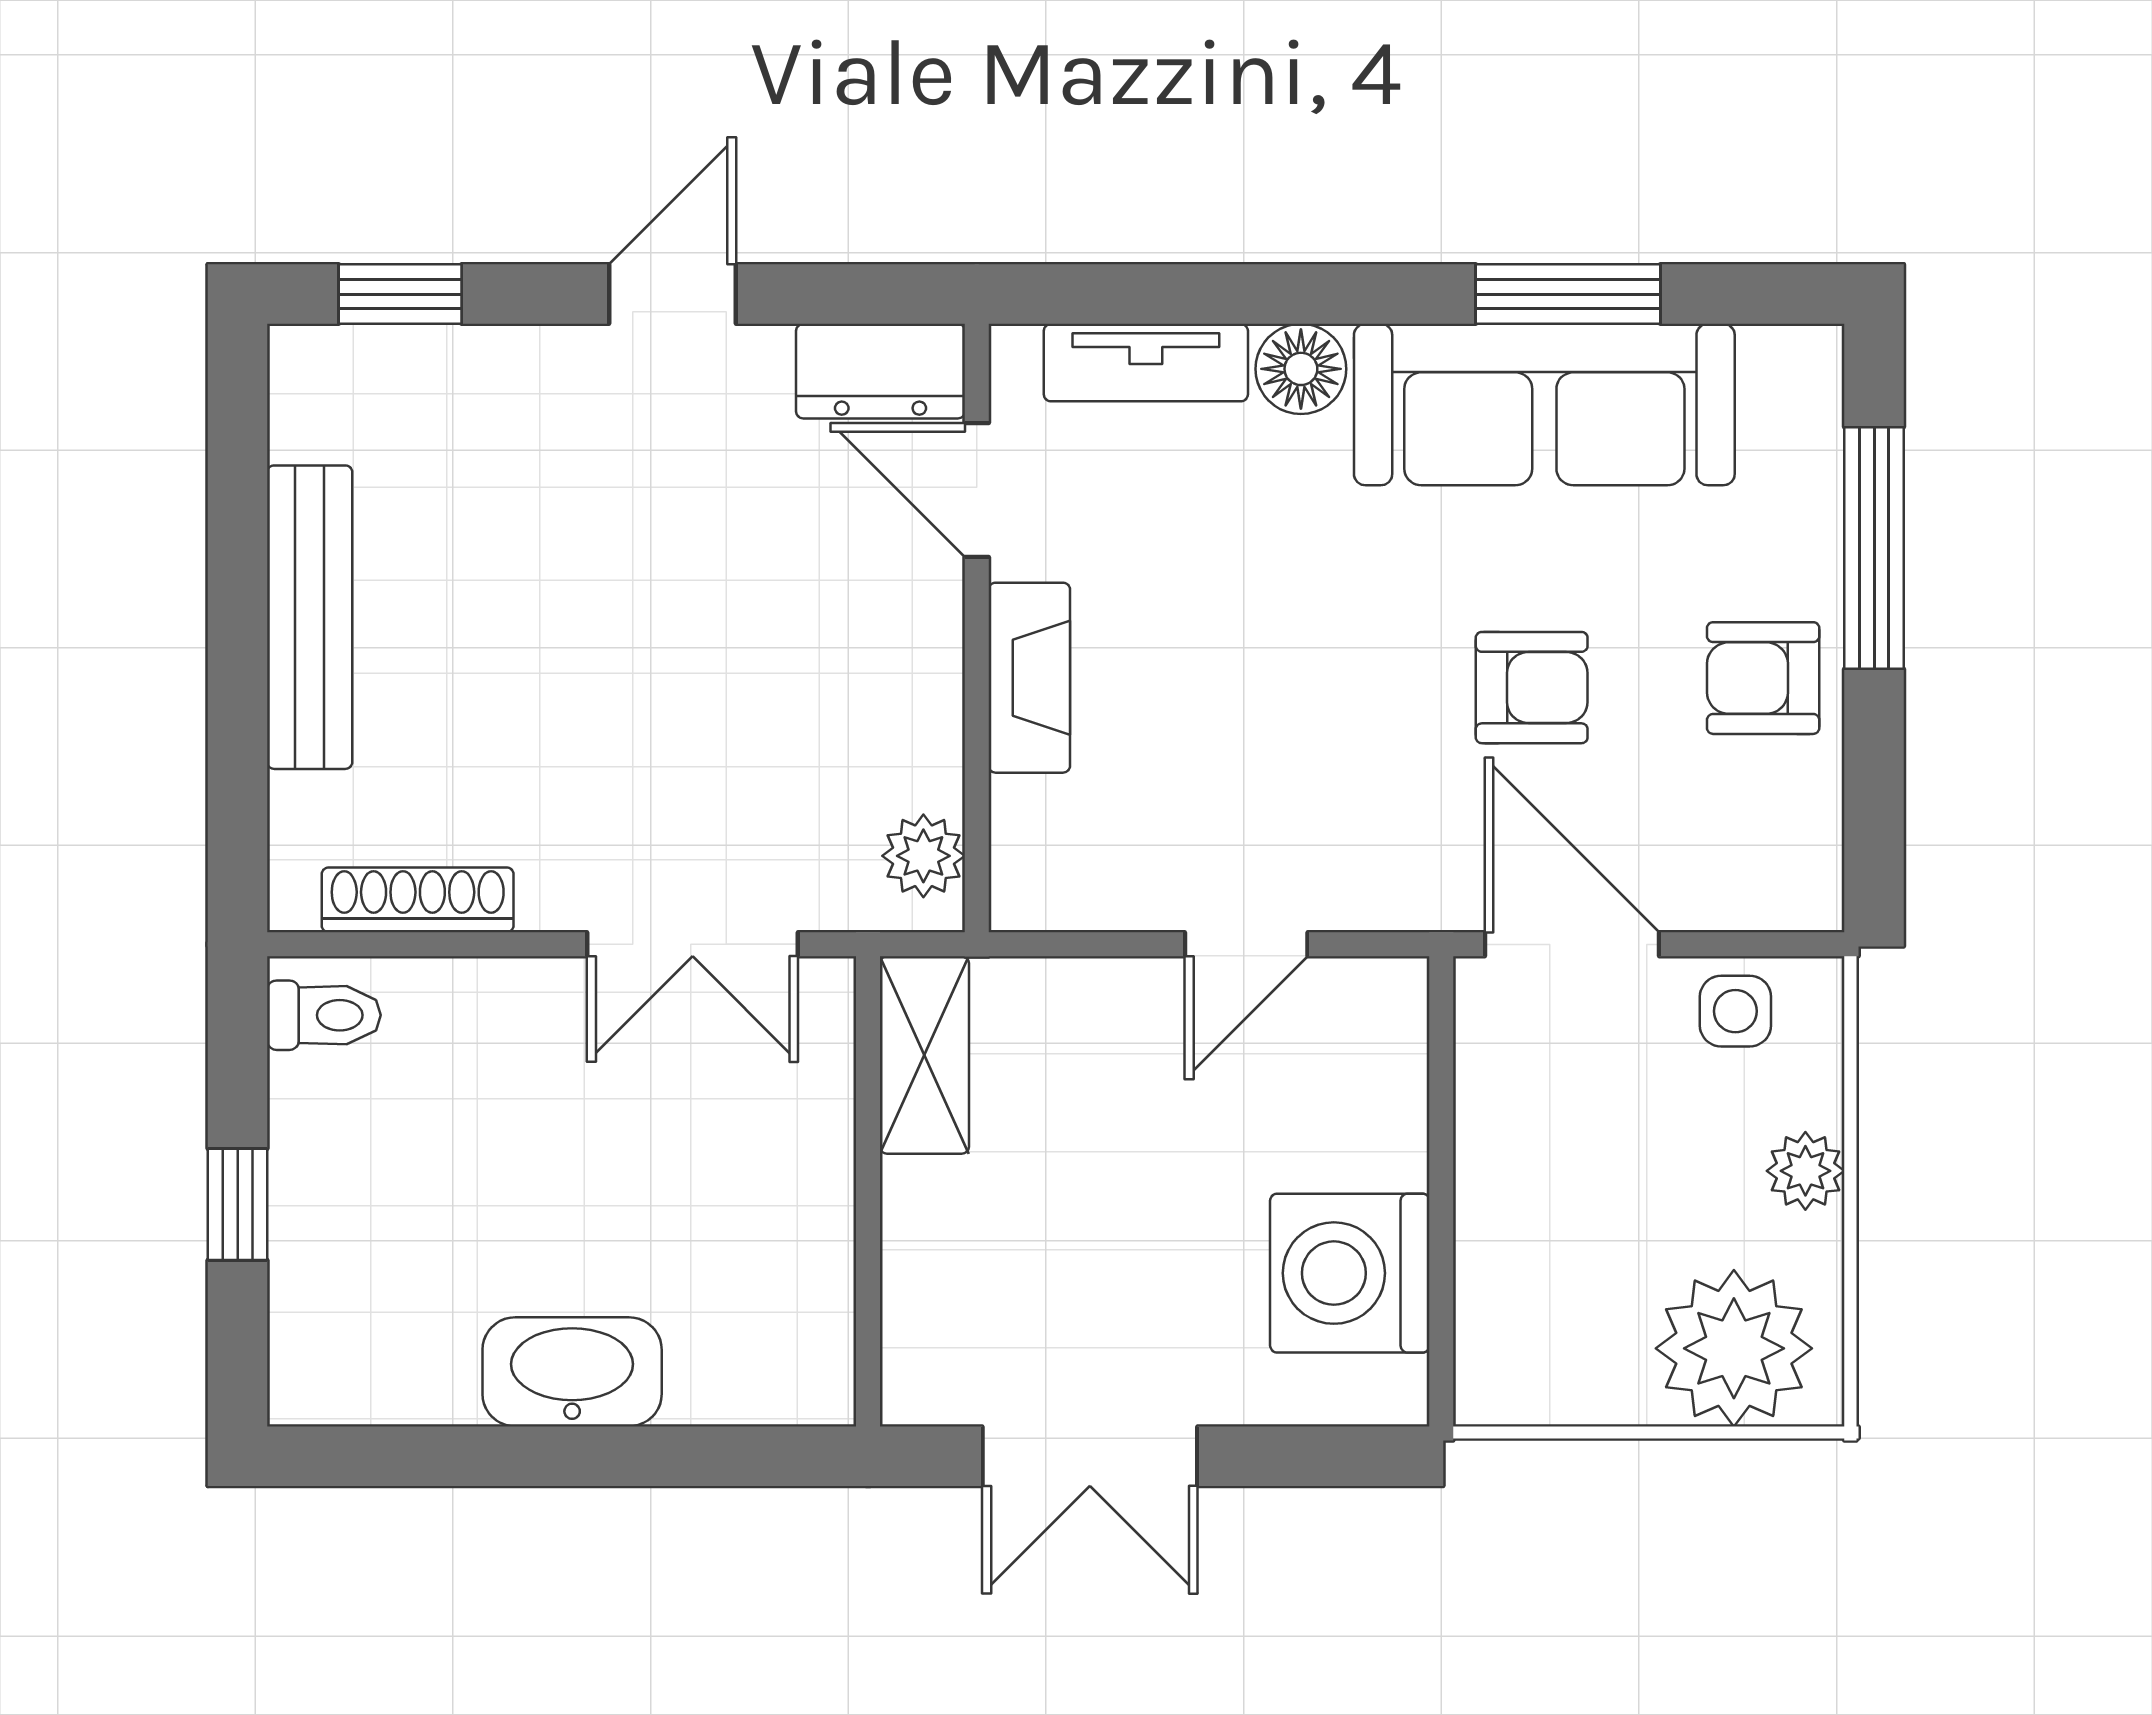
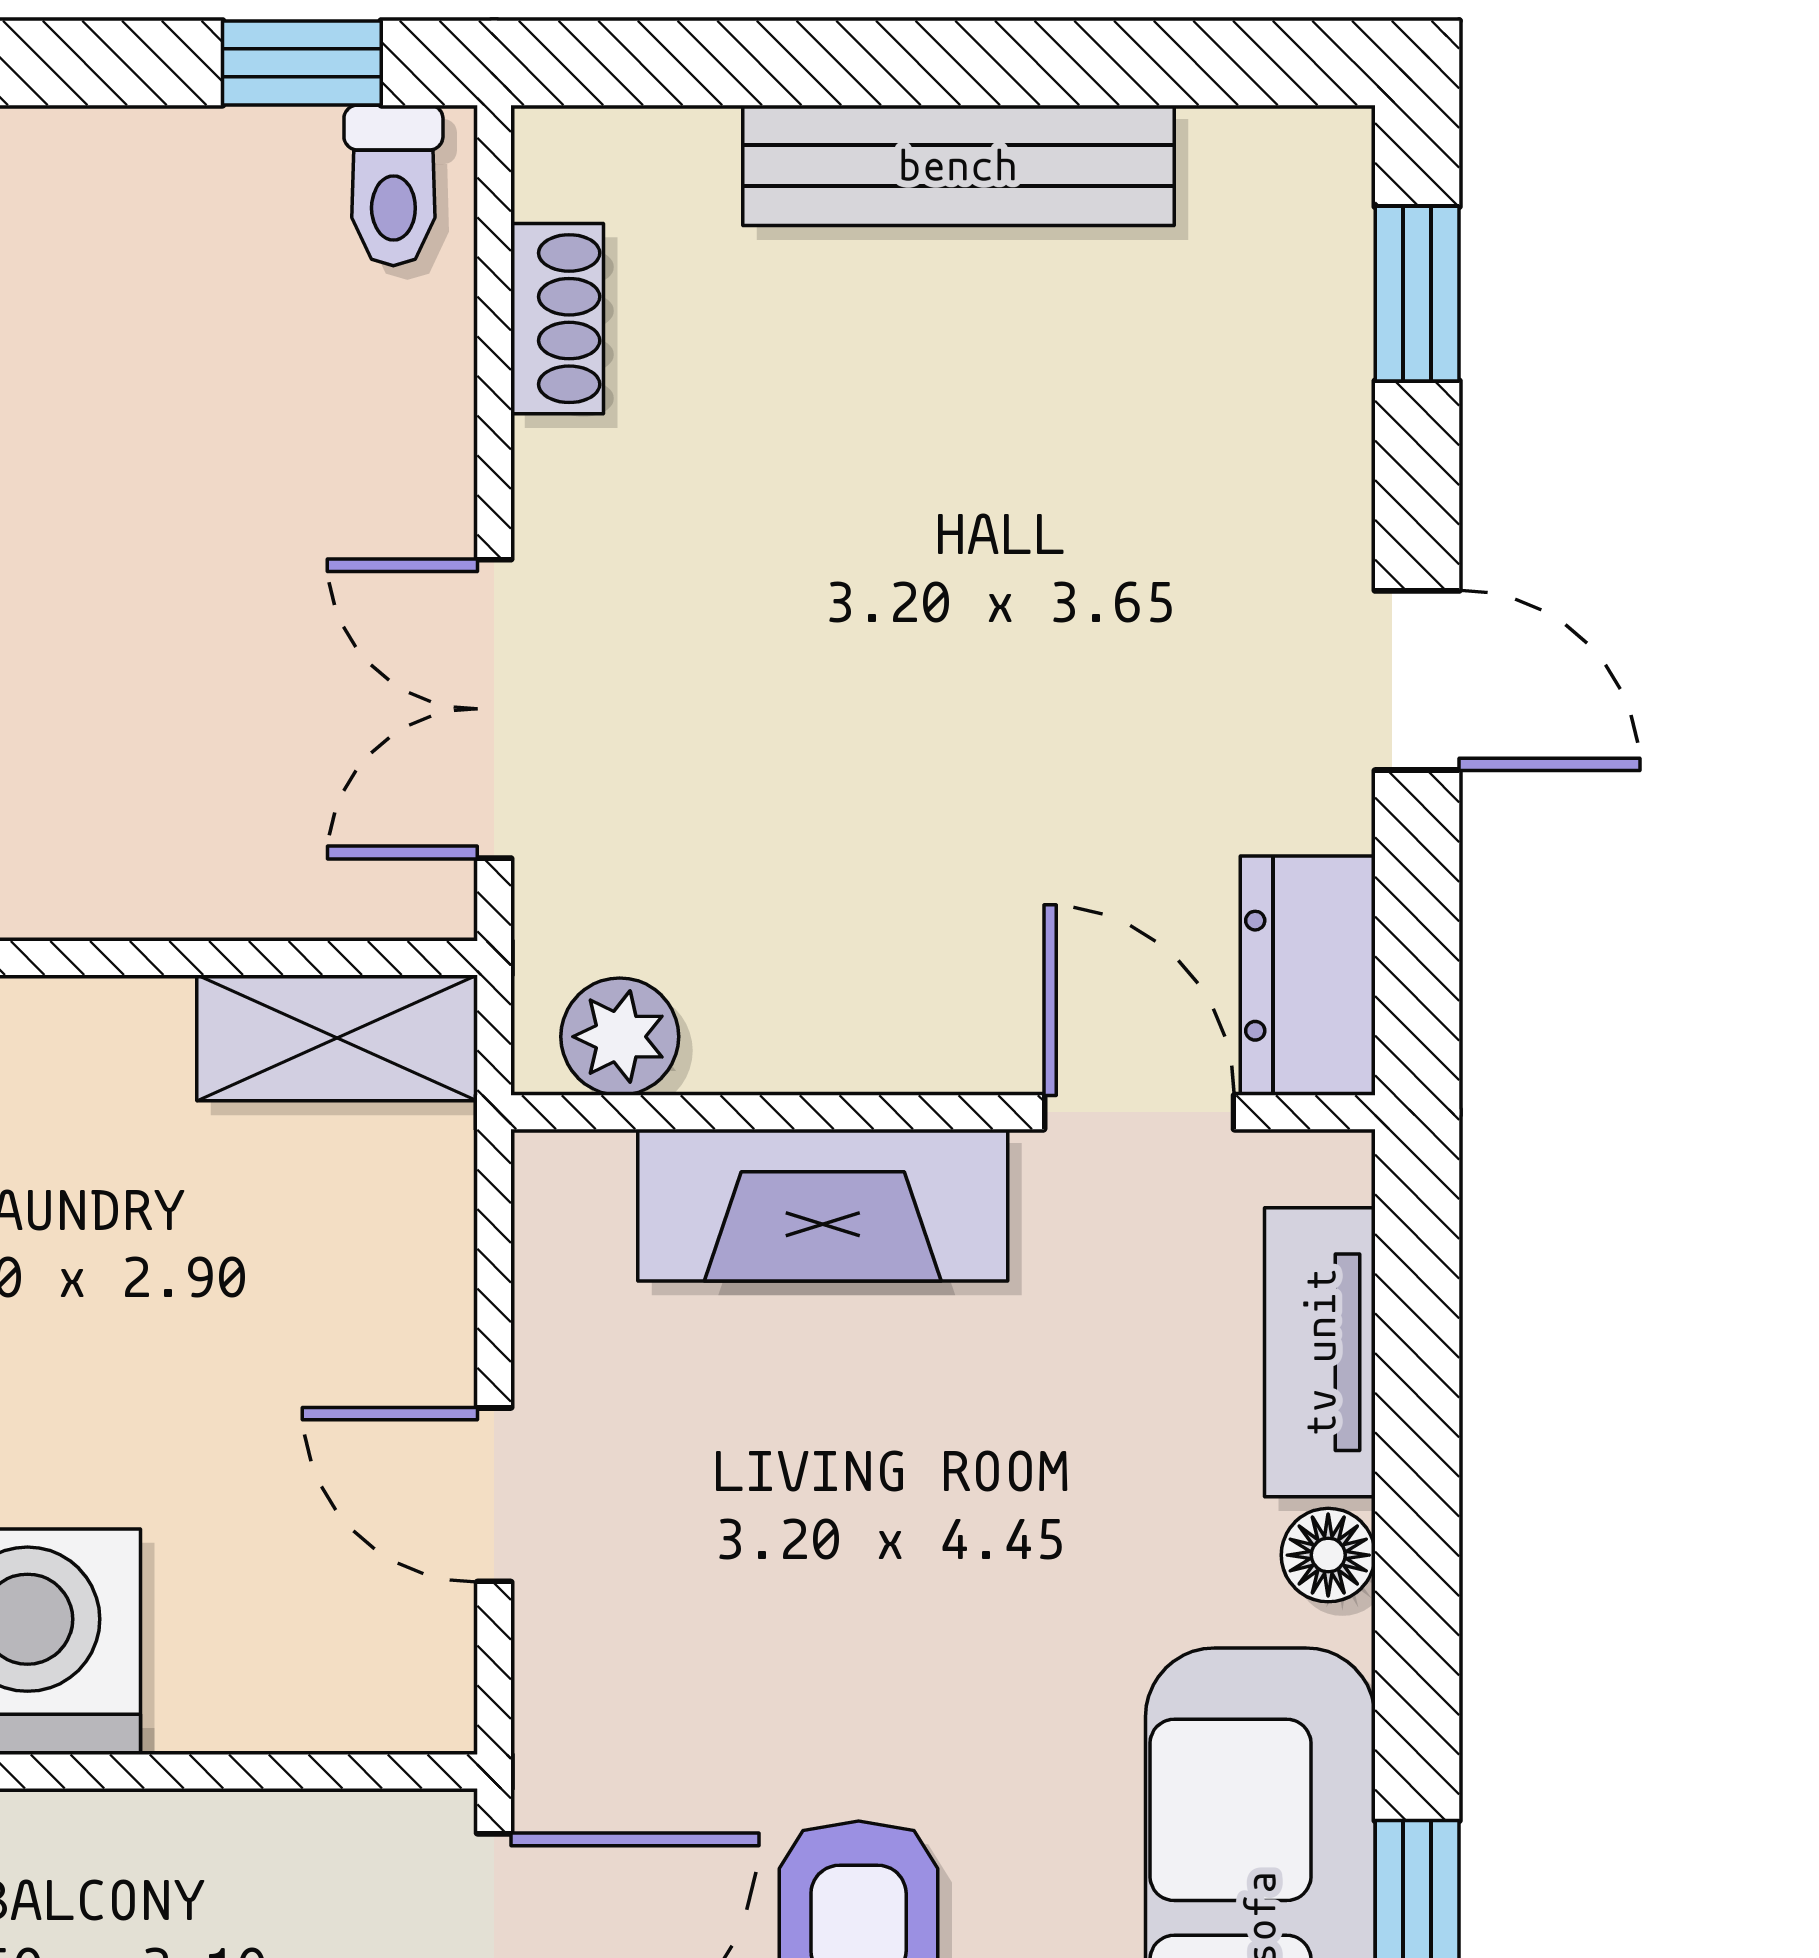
floor lamp: (1301, 369) -> (1328, 1555), width x0.73, depth x0.73
door: (977, 490) -> (1139, 1112), hinge flipped
fireplace: (1029, 678) -> (823, 1205), width x1.37, depth x1.32
shoe rack: (418, 900) -> (557, 319), width x0.70
window: (238, 1204) -> (302, 63), moved

